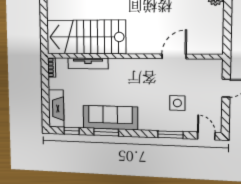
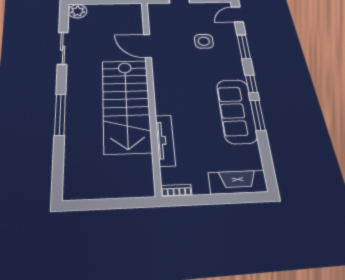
stairs: (86, 37) -> (126, 105), moved
window: (72, 131) -> (251, 84), moved

